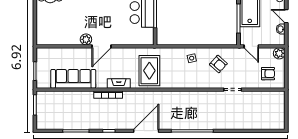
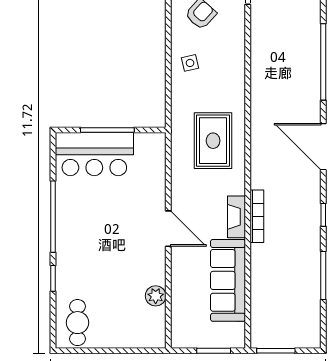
plant: (86, 39) -> (156, 296), moved
rug: (149, 71) -> (213, 141), turned 90
fireplace: (119, 83) -> (236, 217), moved

